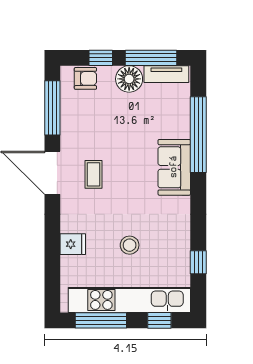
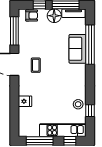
sofa: (174, 167) -> (78, 49), moved
stool: (130, 245) -> (78, 104), moved
kitchen unit: (129, 300) -> (63, 130), width x0.73

